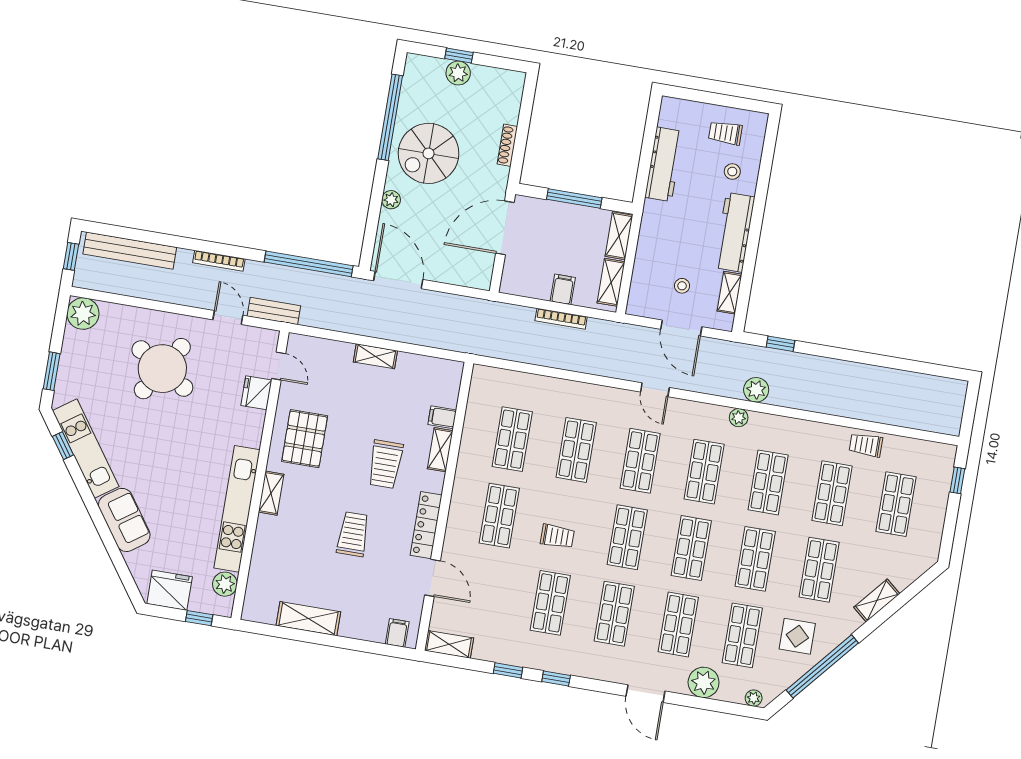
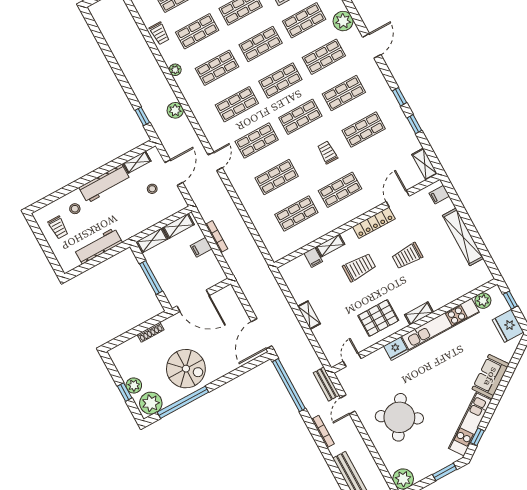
plant: (391, 200) -> (151, 403), moved, width x1.87, depth x1.87
fridge: (256, 393) -> (396, 349), moved
plant: (739, 418) -> (175, 70), moved
shelving: (308, 619) -> (463, 237), width x1.47

